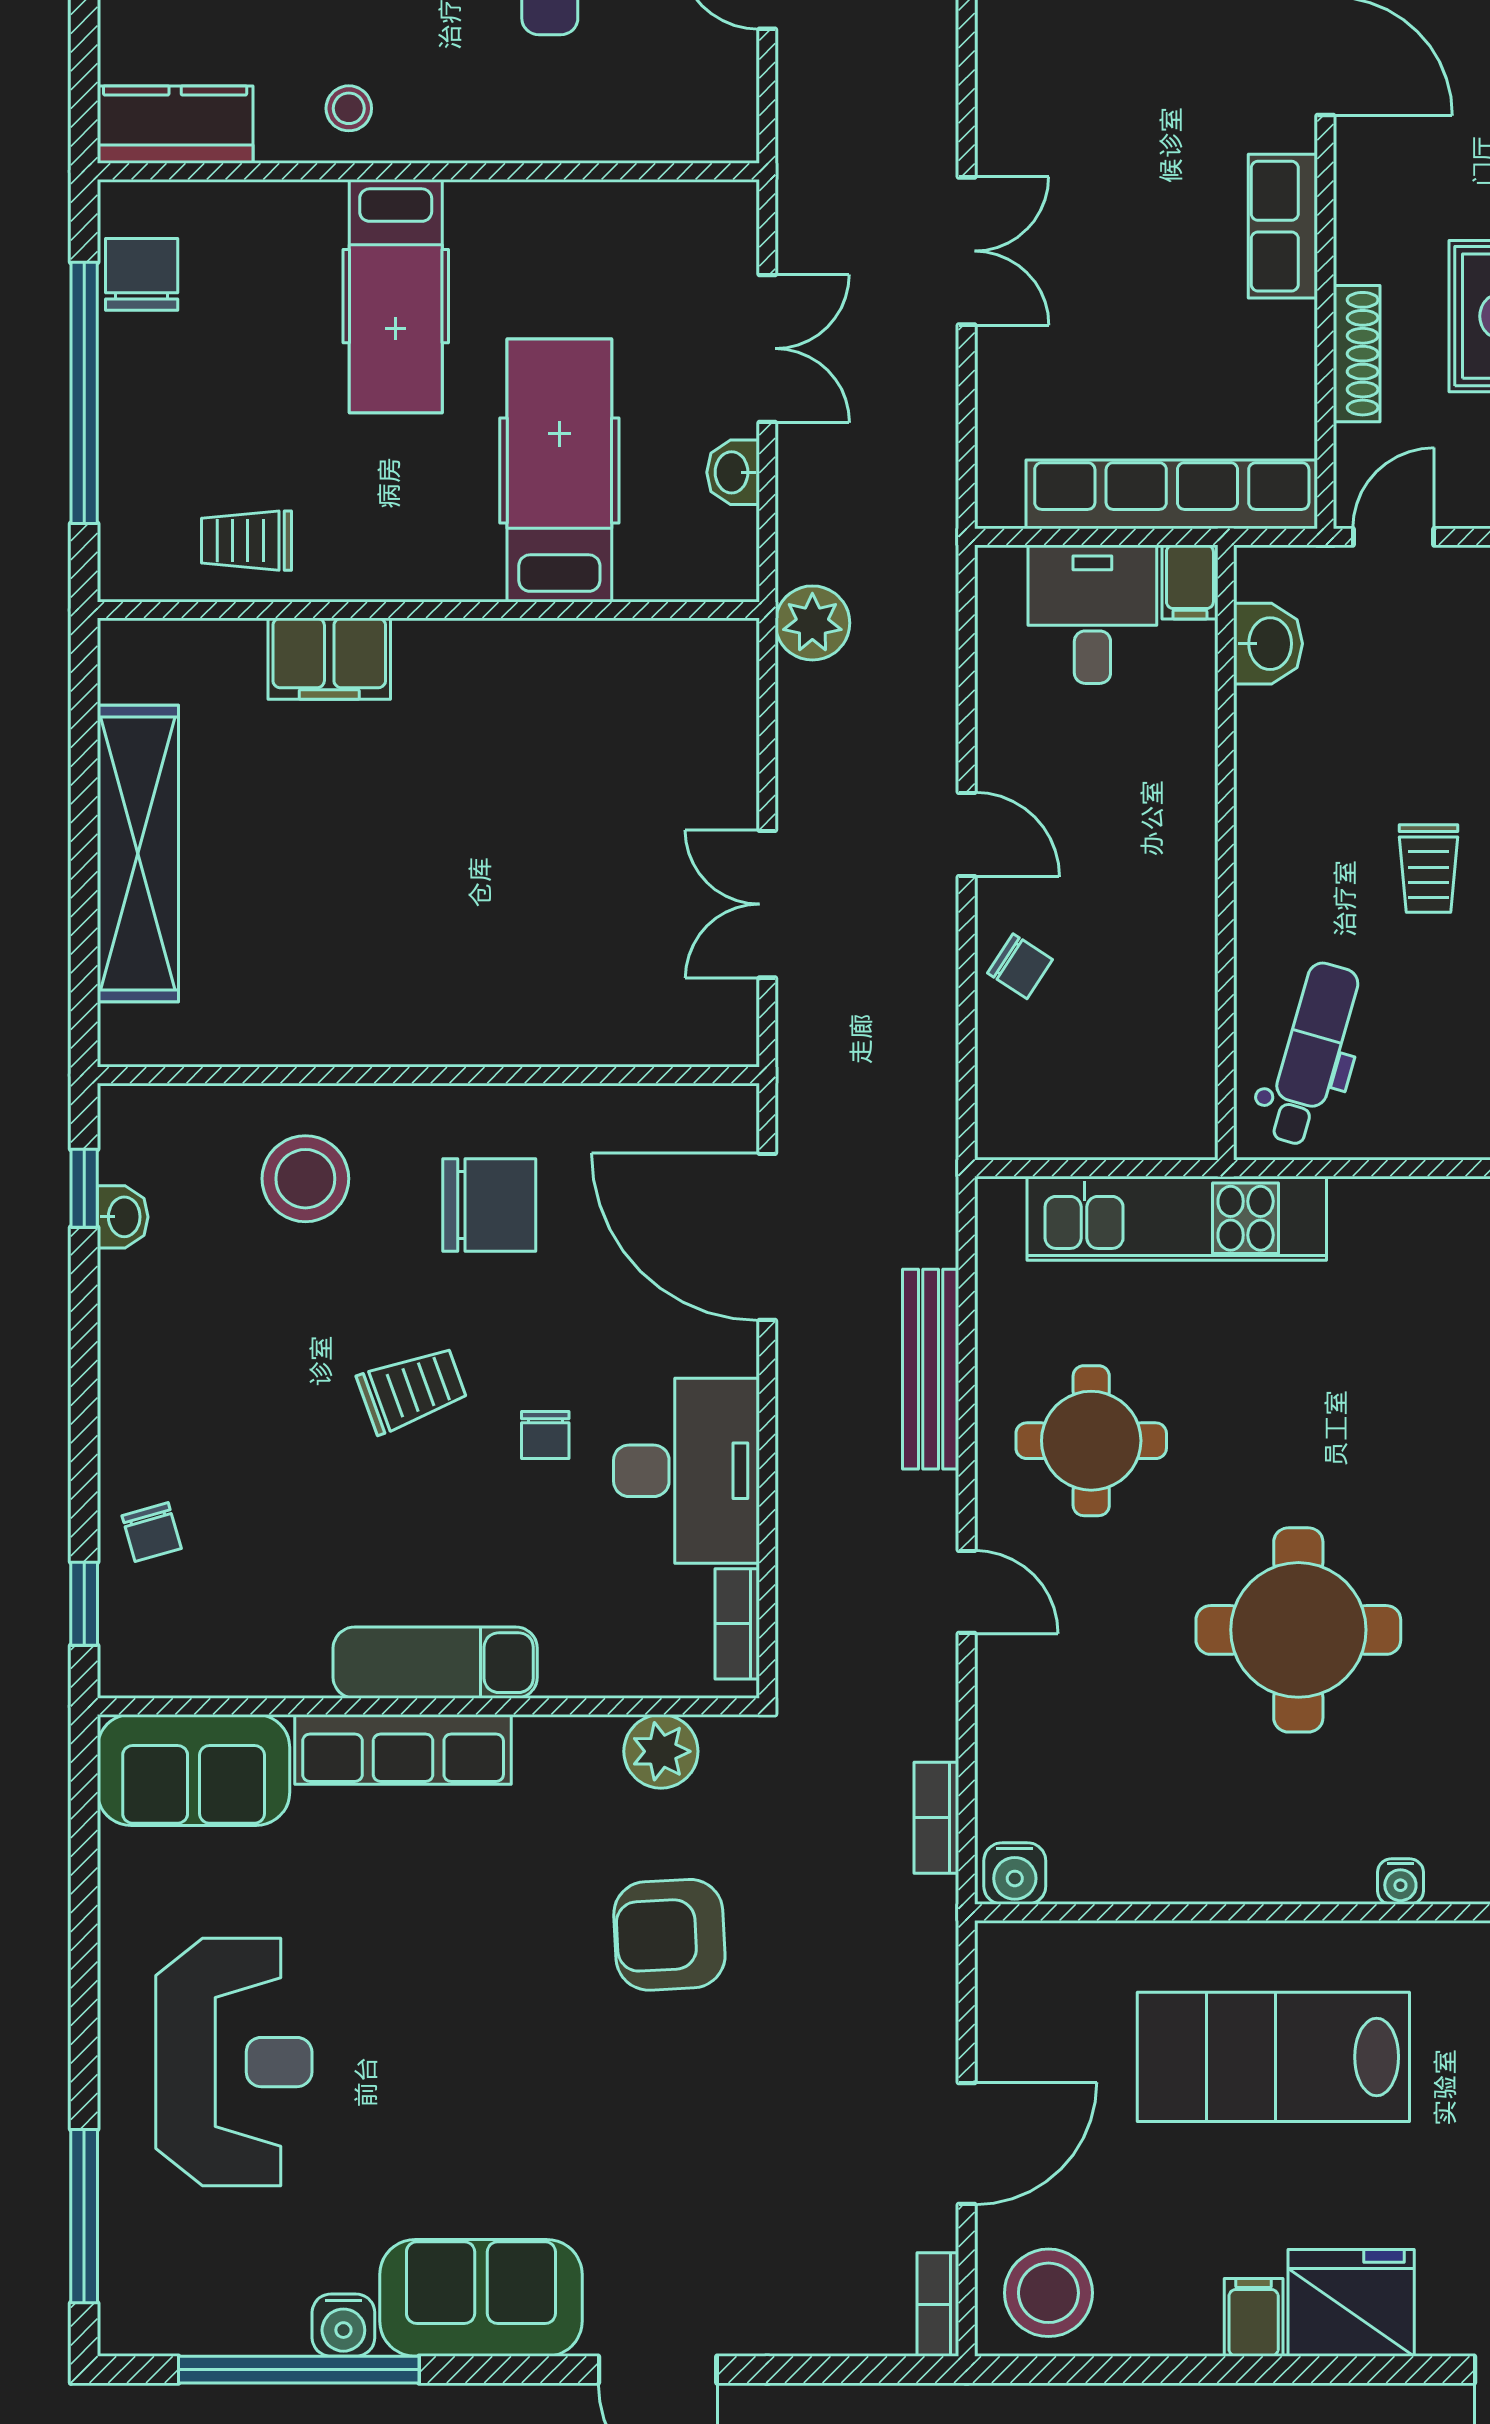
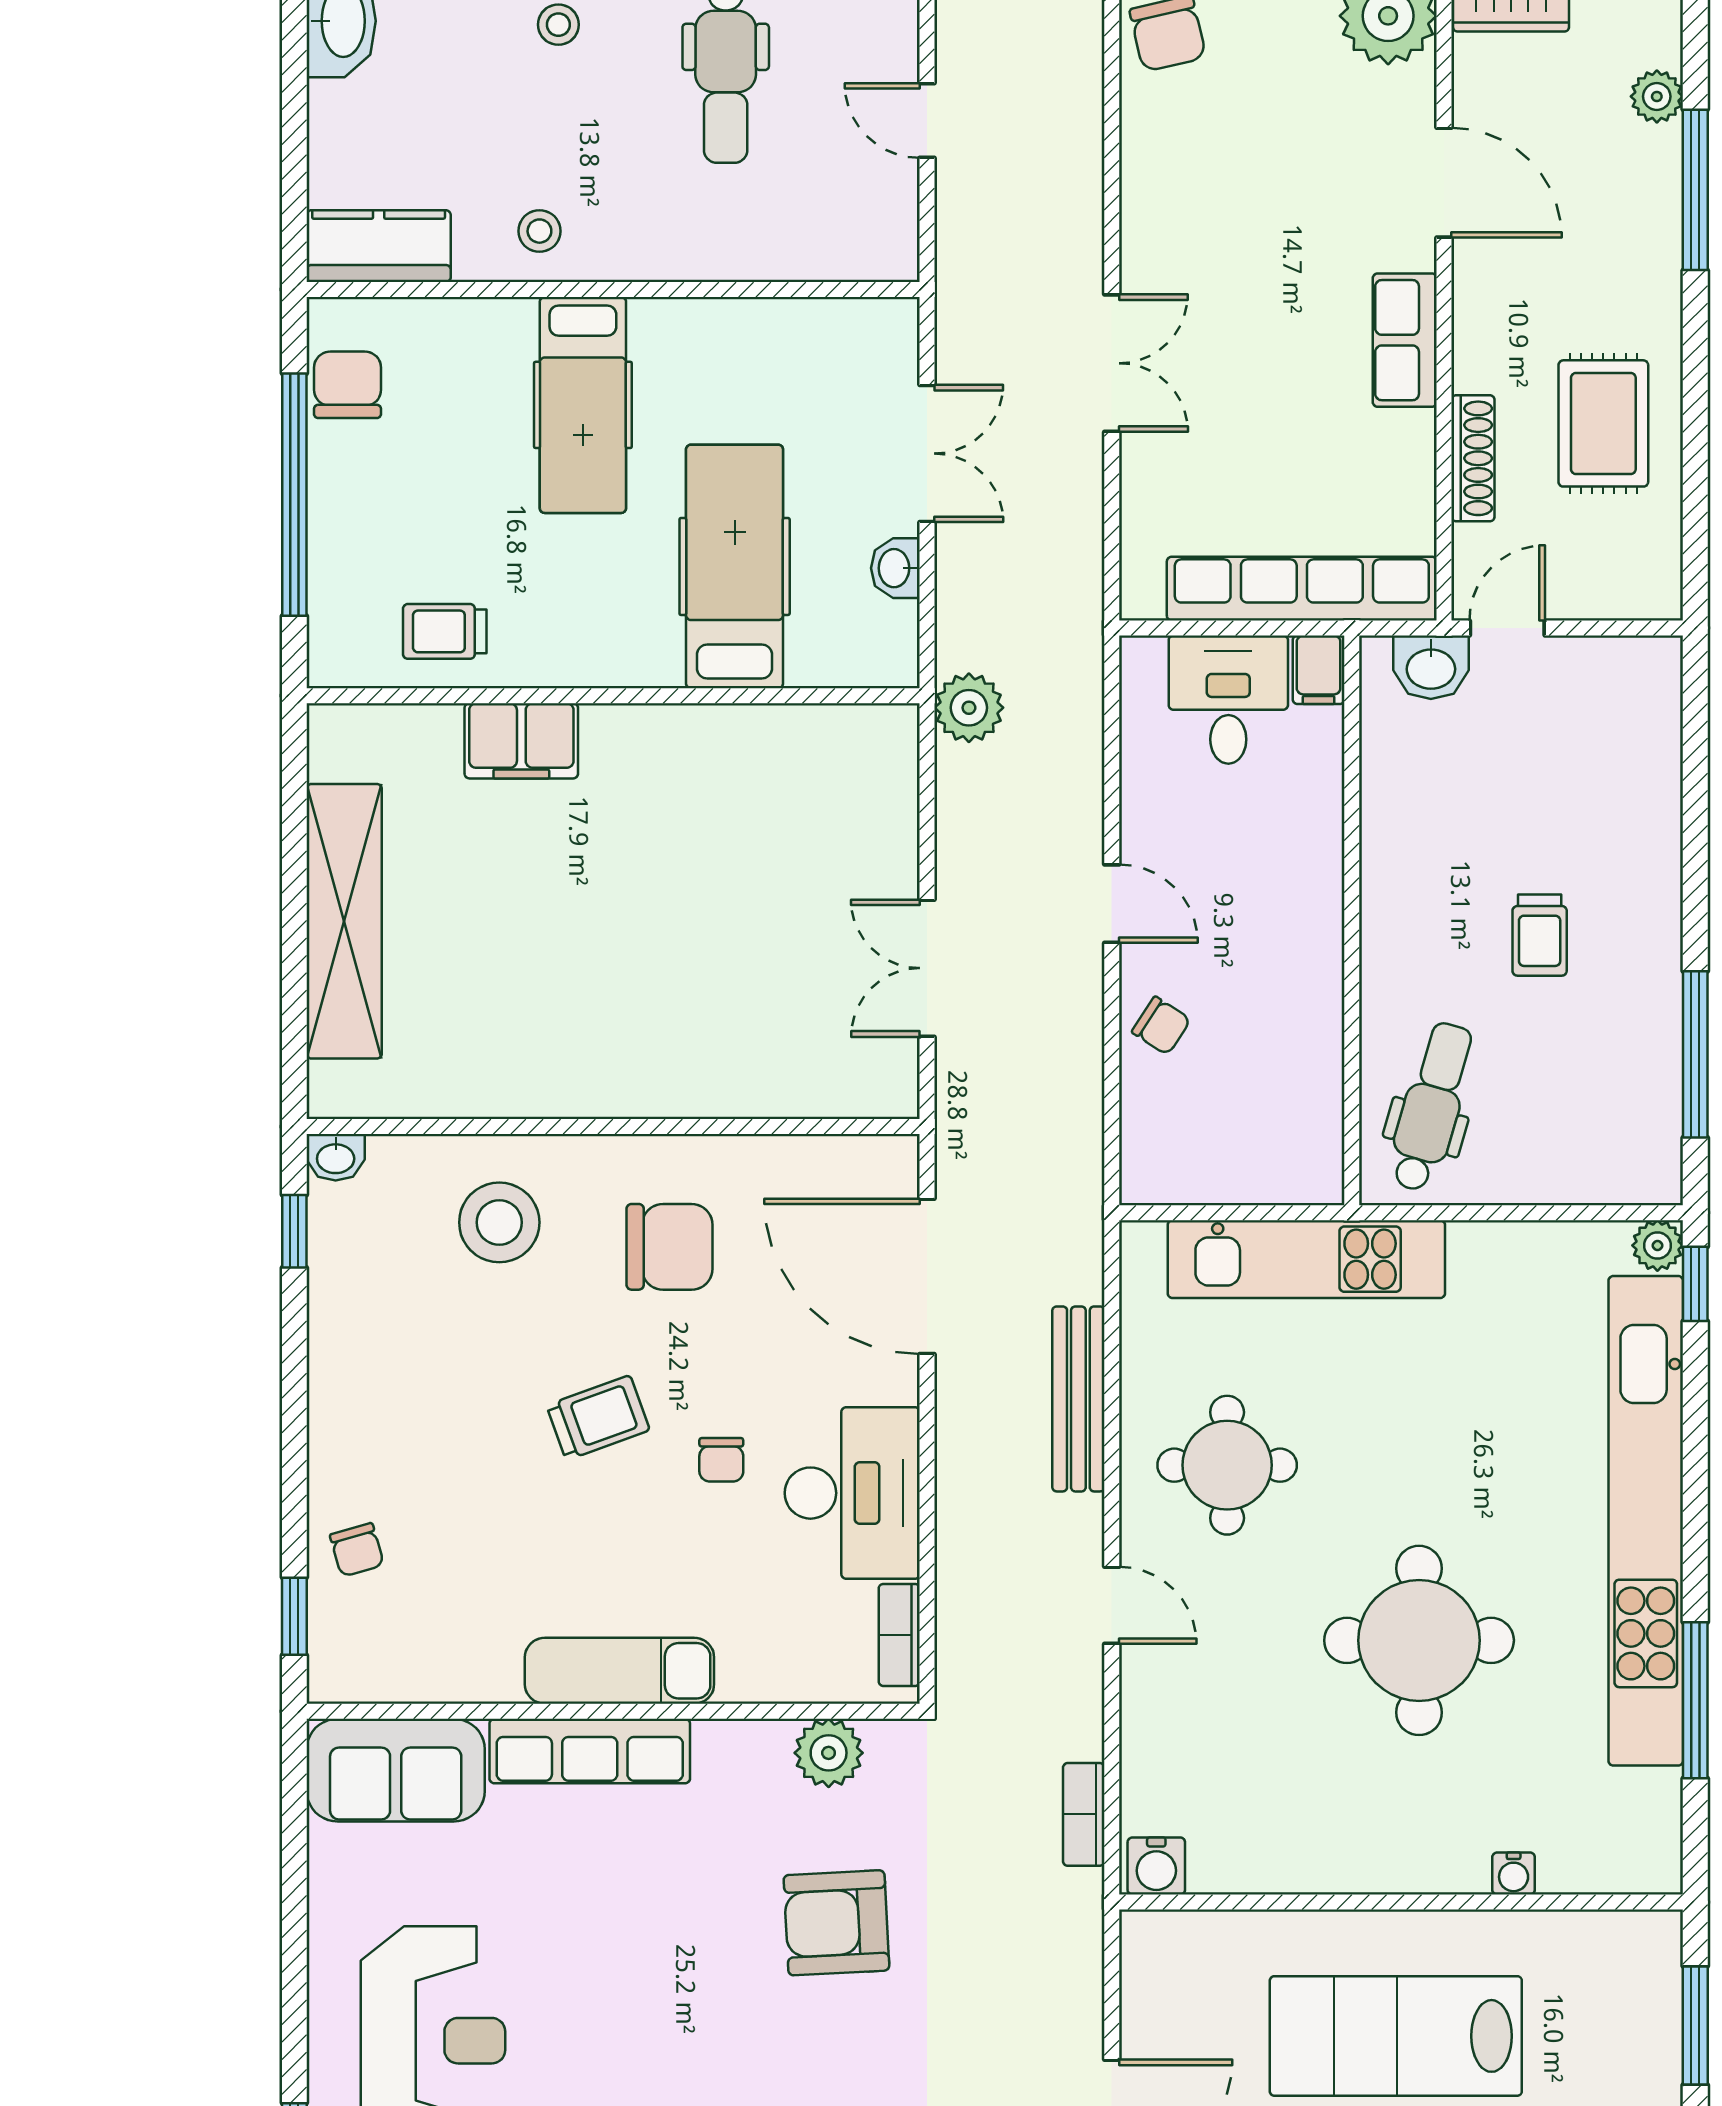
washbasin: (1268, 644) -> (1431, 667), moved, turned 90
washbasin: (123, 1217) -> (336, 1157), moved, turned 90

